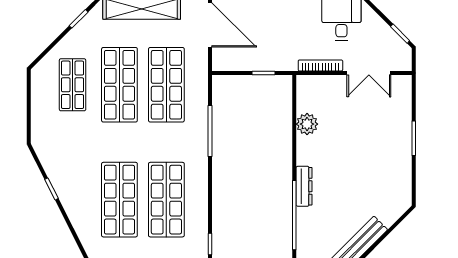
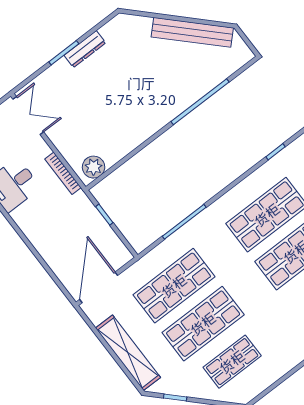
double door: (369, 73) -> (28, 116), moved
plant: (307, 124) -> (94, 167), moved
dresser: (304, 186) -> (85, 49), moved, turned 180

